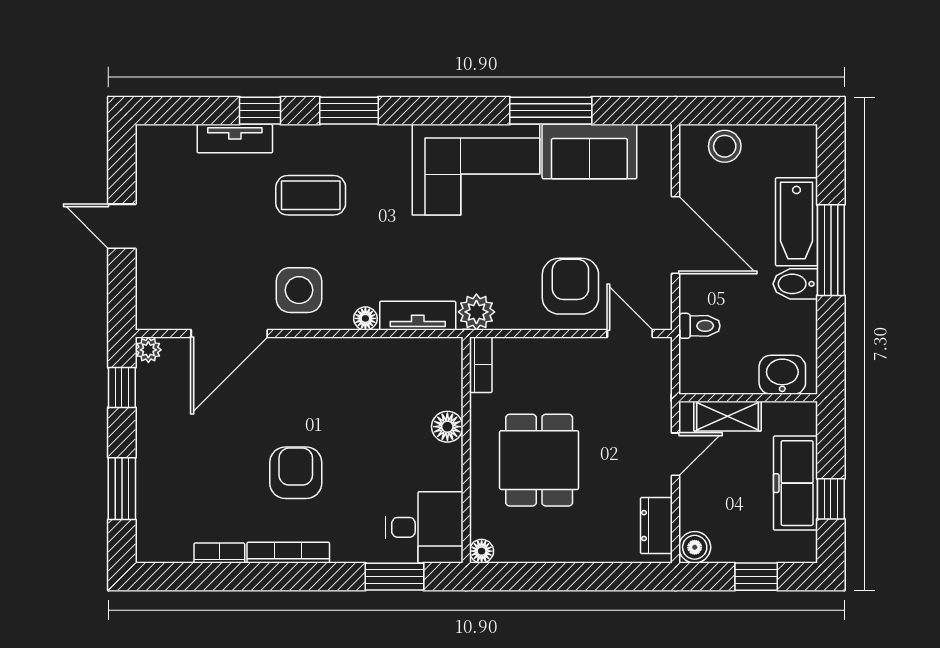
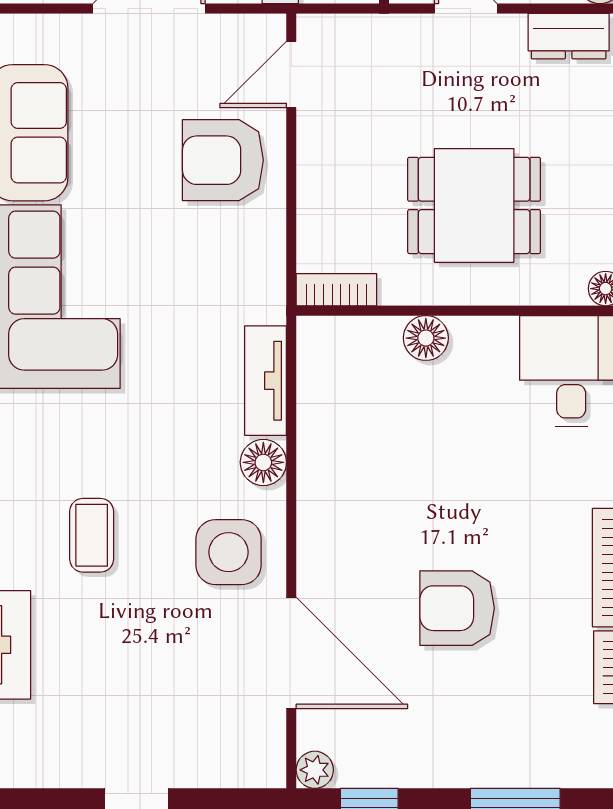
coffee table: (311, 195) -> (92, 535), width x0.73, depth x0.77
plant: (476, 312) -> (260, 296), removed
floor lamp: (365, 318) -> (263, 462), width x1.37, depth x1.37
armchair: (296, 473) -> (457, 608), moved

